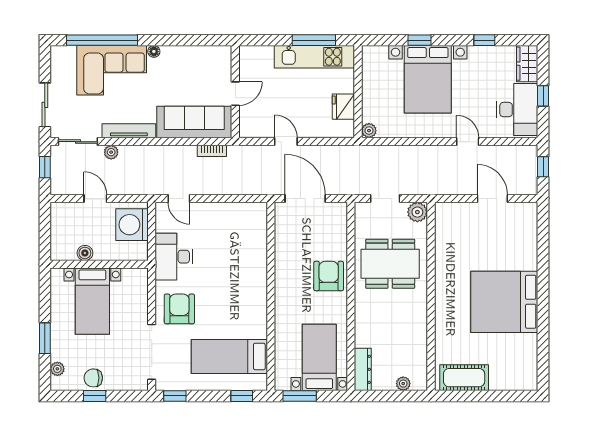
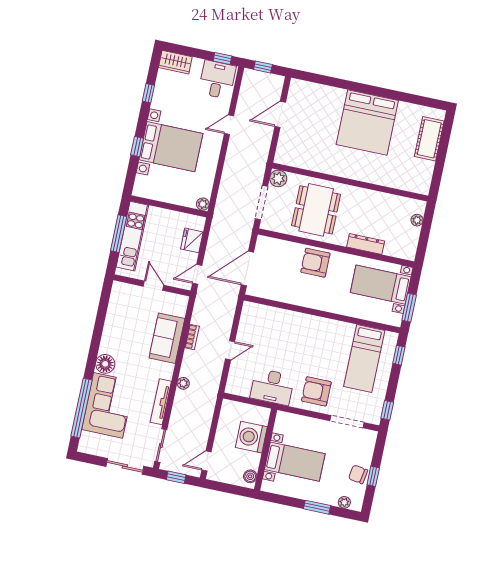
floor lamp: (154, 51) -> (105, 364), width x1.89, depth x1.89
wall: (235, 92) -> (152, 285), moved
door: (235, 94) -> (154, 286), moved
window: (543, 96) -> (222, 58), moved
fridge: (343, 107) -> (192, 240), moved, turned 90
desk: (517, 110) -> (217, 80), width x0.73
sofa: (194, 122) -> (167, 338), width x0.73
plant: (111, 152) -> (183, 383), moved
door: (95, 198) -> (206, 461), moved
door: (179, 198) -> (230, 350), moved
doorway: (385, 198) -> (261, 203), width x1.38
washing machine: (132, 225) -> (251, 437), moved, turned 90
boiler: (85, 253) -> (250, 476), moved
doorway: (152, 352) -> (347, 422), width x0.73
dresser: (363, 369) -> (366, 244), moved
chair: (93, 378) -> (358, 474), turned 99
cot: (464, 378) -> (429, 139), moved

